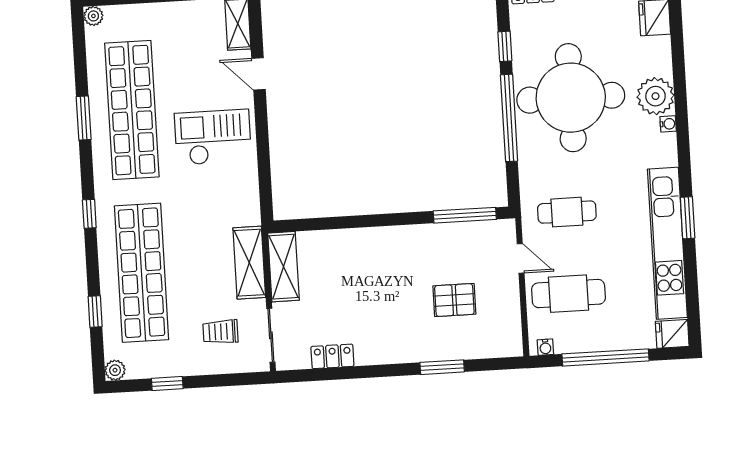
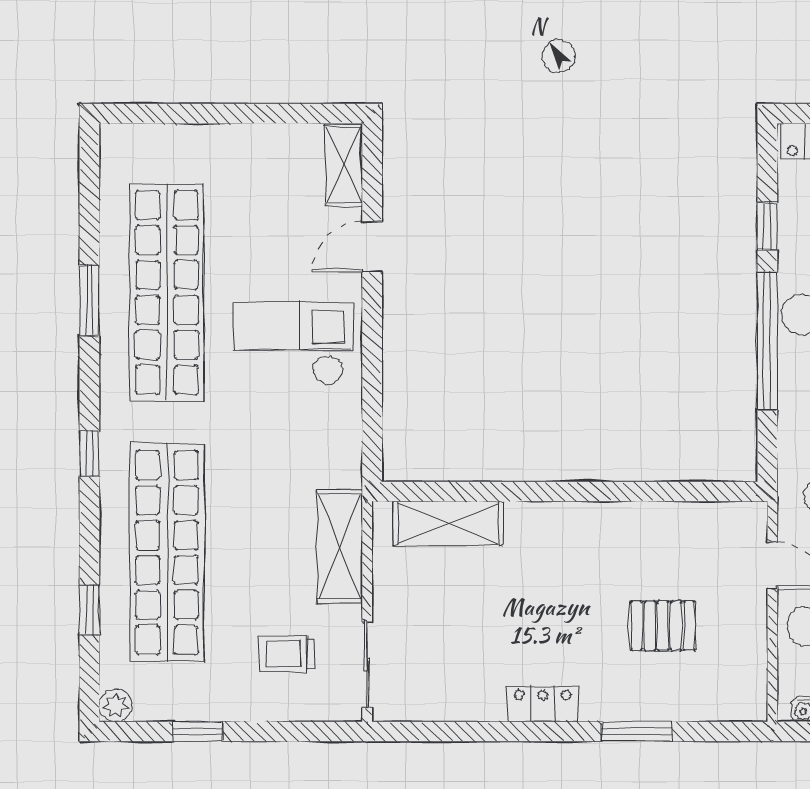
plant: (93, 16) -> (115, 139), removed
door: (259, 74) -> (372, 247), hinge flipped
window: (465, 215) -> (688, 491), removed
shelving: (284, 267) -> (448, 523), moved, turned 90
locker: (332, 356) -> (543, 704), moved

